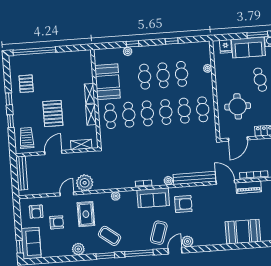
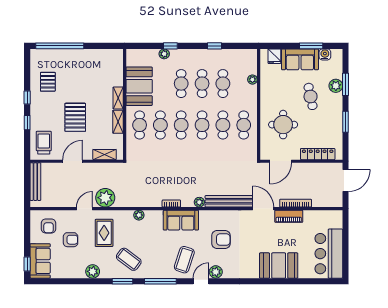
armchair: (183, 204) -> (221, 240), moved

